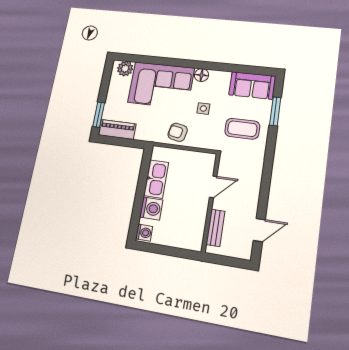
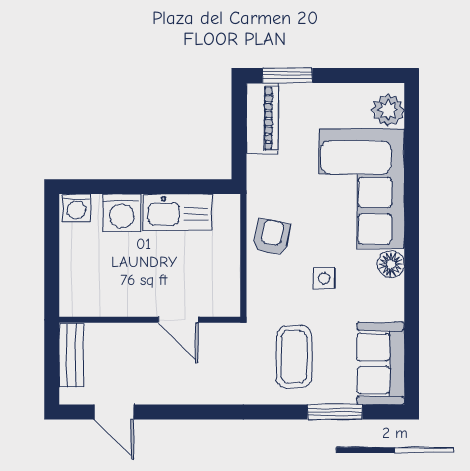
bench: (215, 228) -> (71, 355), moved, turned 90

